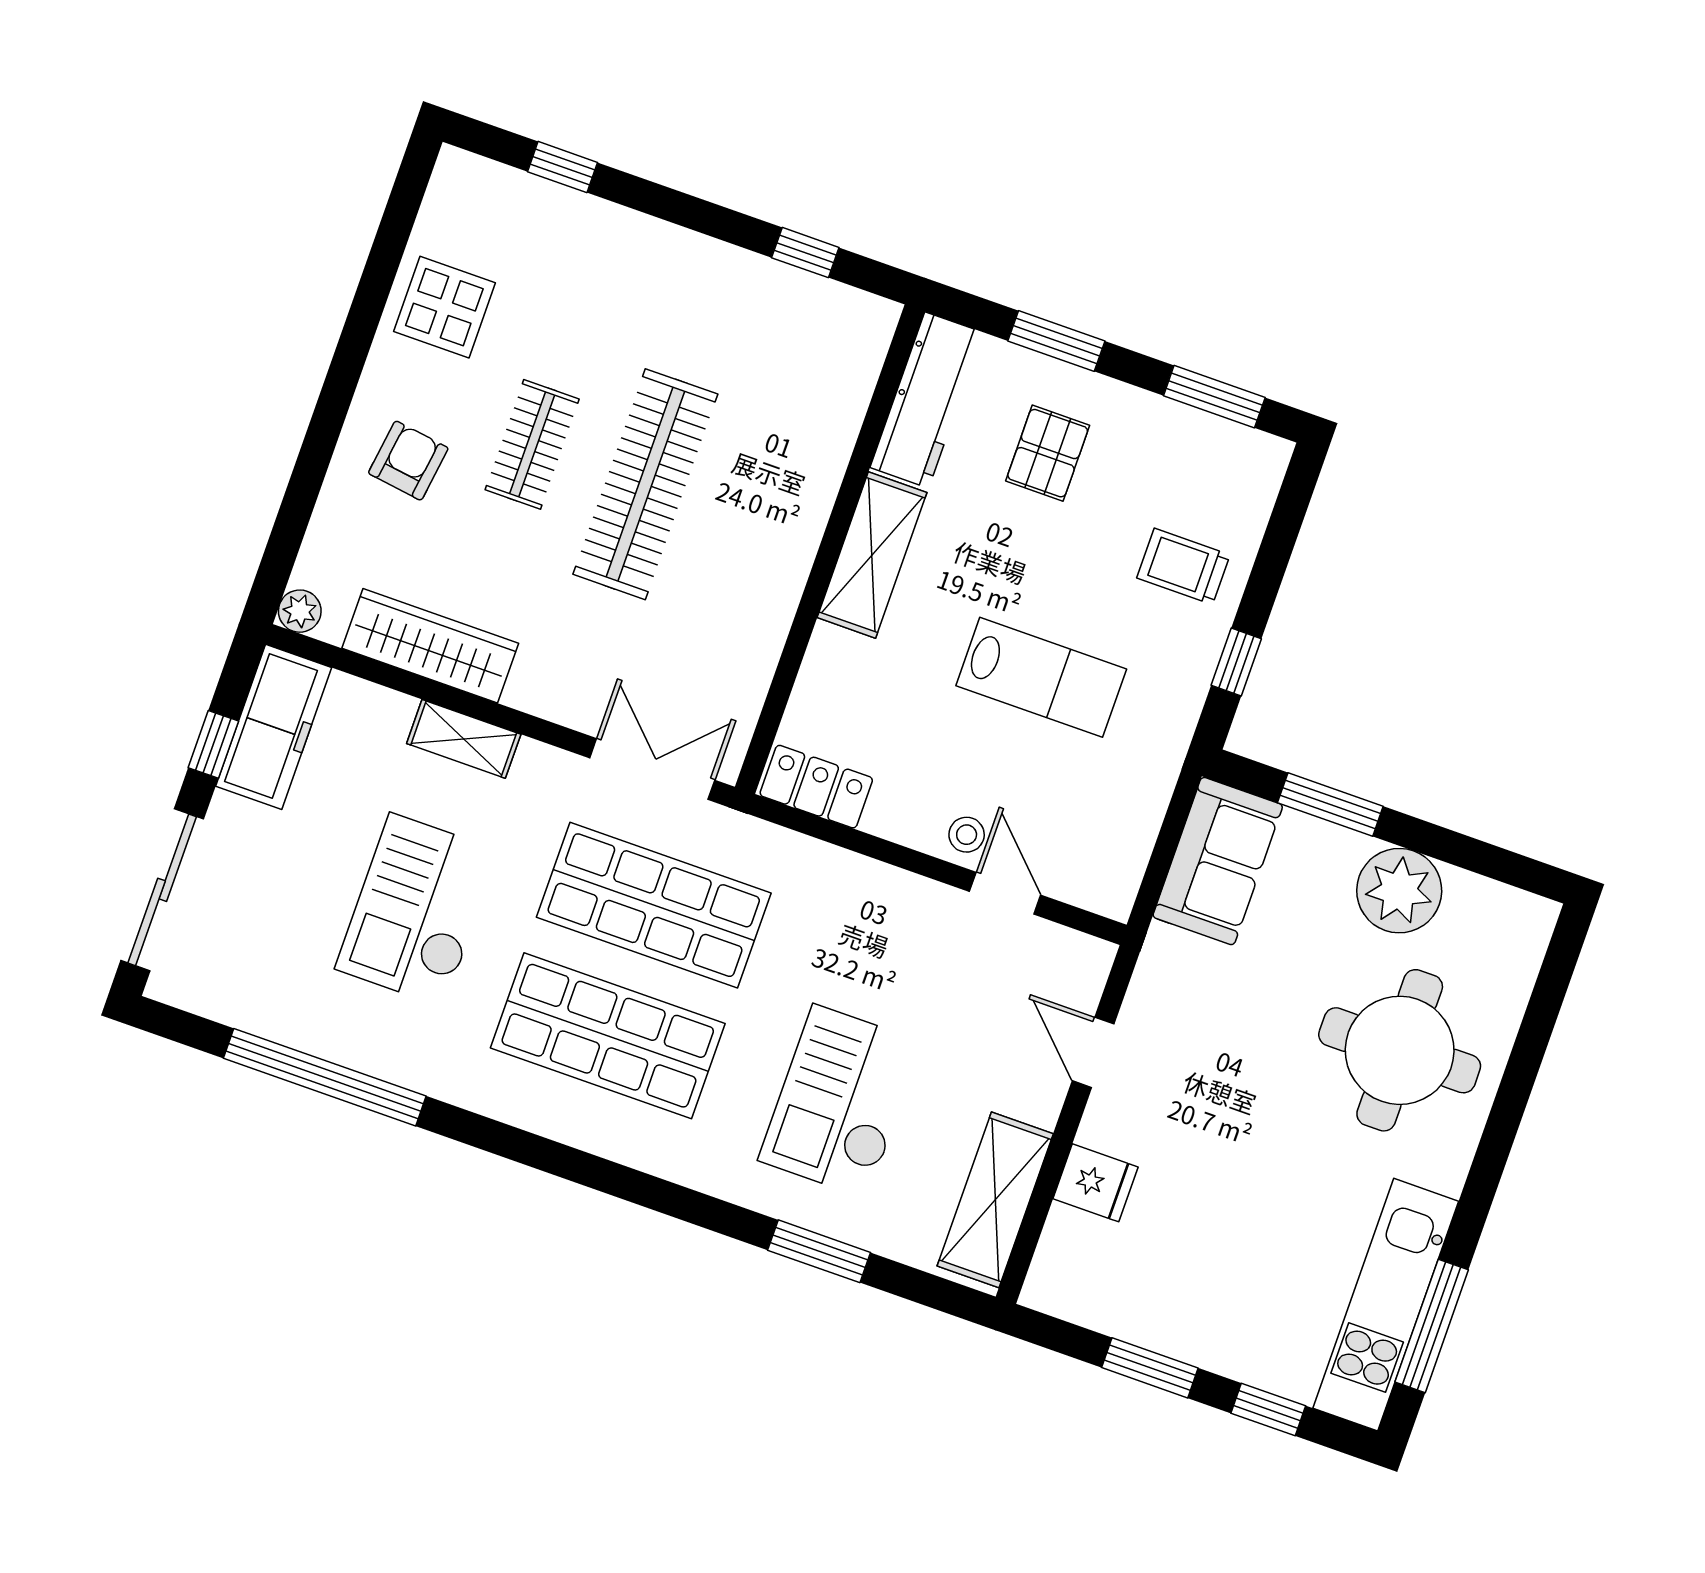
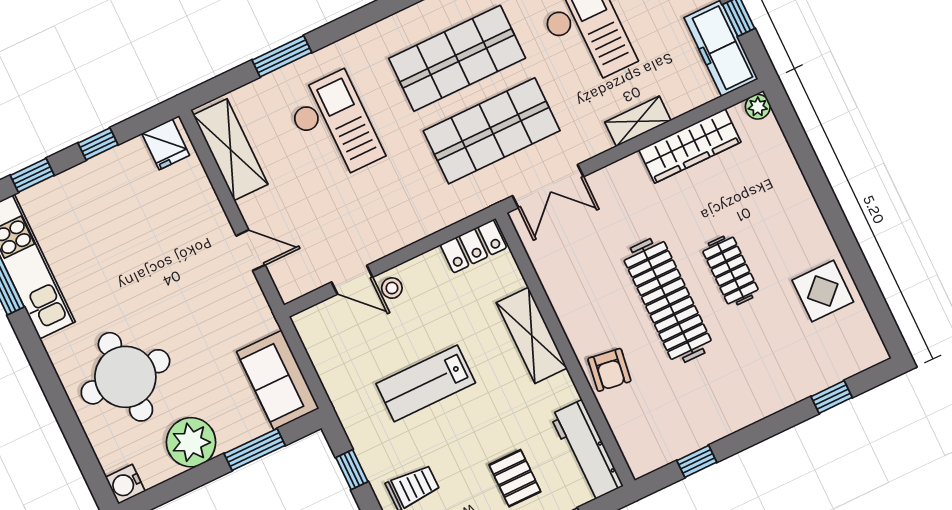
armchair: (408, 461) -> (609, 370), moved
shelving: (872, 555) -> (532, 335), moved
water cooler: (1530, 919) -> (125, 484), added
fridge: (1095, 1183) -> (166, 144), moved, turned -90
window: (1150, 1368) -> (98, 144), width x0.67

